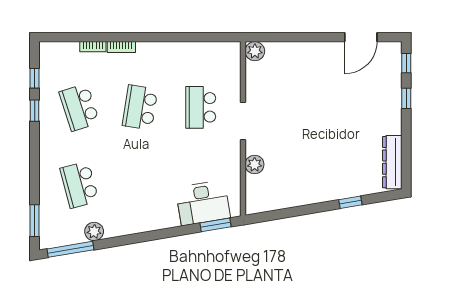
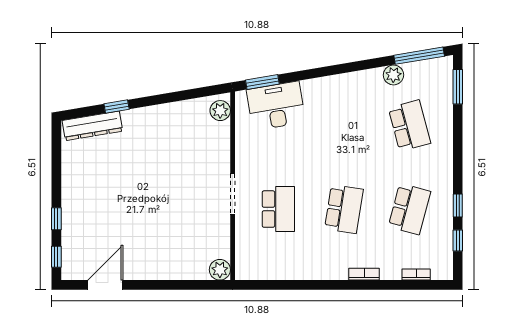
bookcase: (93, 47) -> (416, 275), moved
school desk: (79, 107) -> (409, 209), turned 33
dresser: (392, 162) -> (92, 126), moved, turned 80
plant: (255, 164) -> (220, 111), moved

